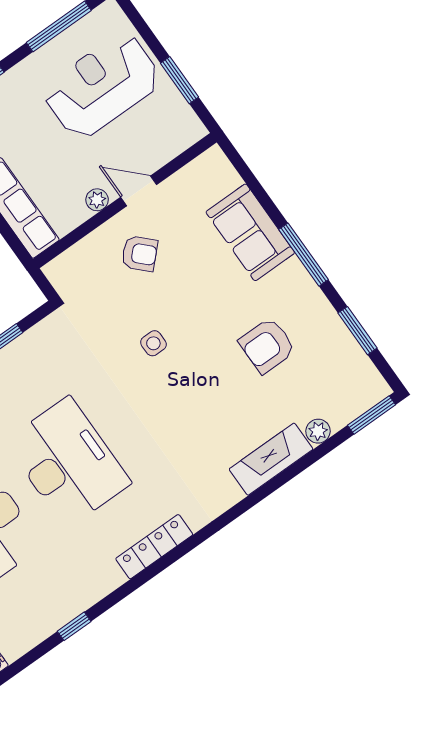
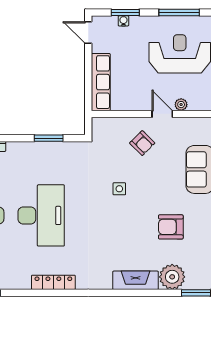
plant: (97, 200) -> (181, 105), moved
plant: (318, 431) -> (172, 277), width x1.87, depth x1.87

